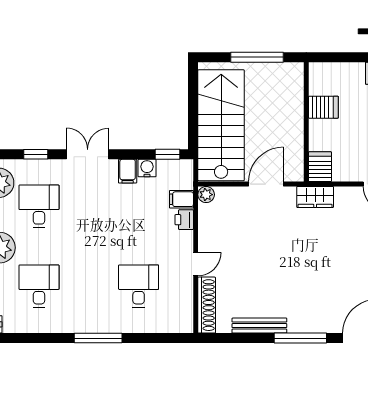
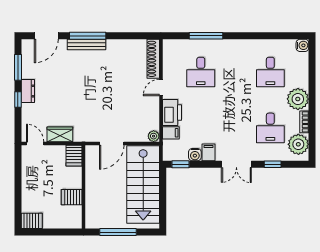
wardrobe: (315, 197) -> (60, 134), moved
printer: (184, 220) -> (172, 112), width x1.87, depth x1.48
bench: (259, 326) -> (87, 45), moved
window: (98, 338) -> (206, 36), moved

